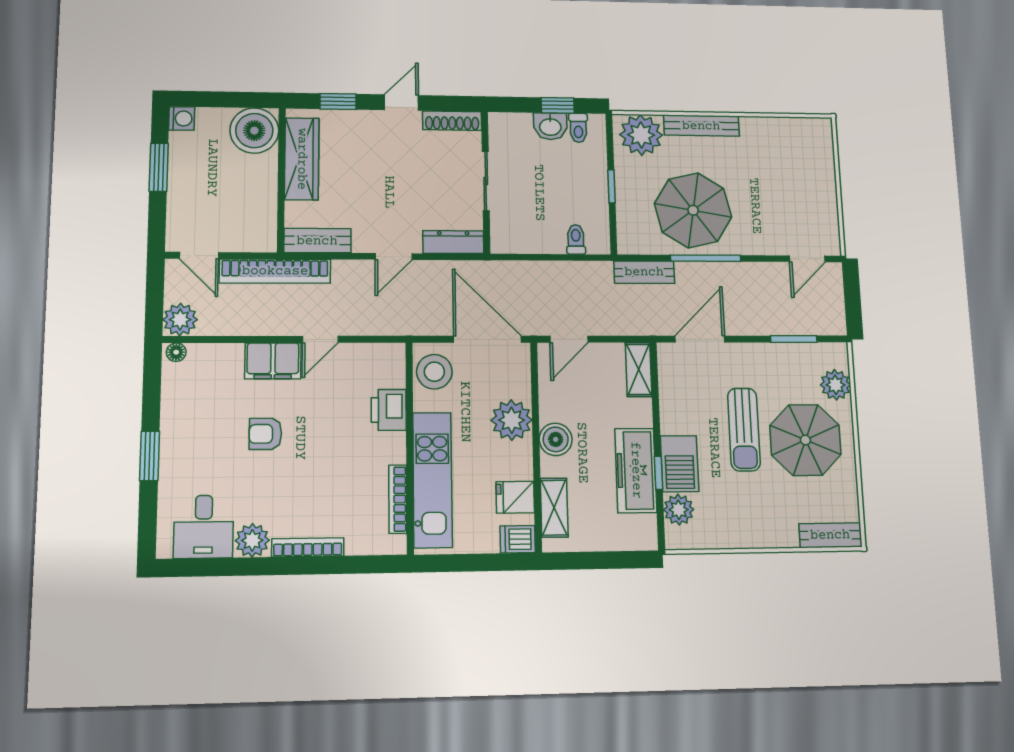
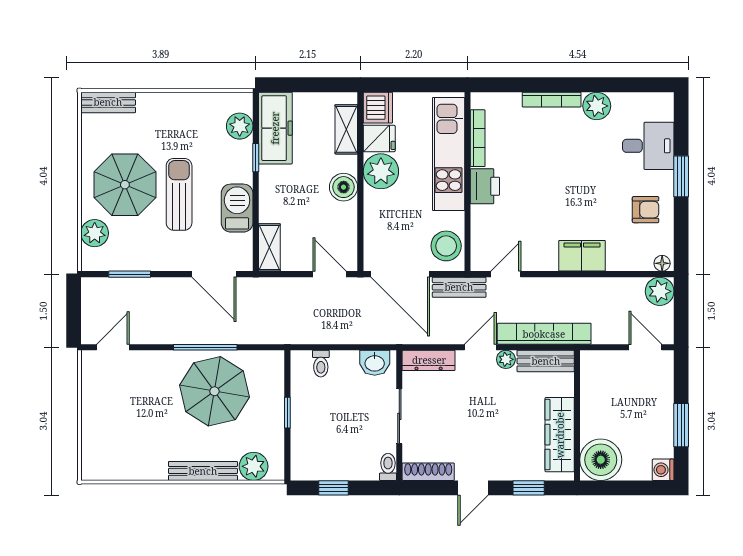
washbasin: (550, 126) -> (375, 363), moved, turned 180
toilet: (578, 128) -> (388, 467), moved
plant: (641, 135) -> (254, 466), width x0.73, depth x0.73
plant: (364, 243) -> (506, 359), added
bookcase: (275, 271) -> (544, 334), moved
bench: (644, 272) -> (459, 287), moved
door: (320, 339) -> (506, 274), moved
door: (569, 339) -> (330, 274), hinge flipped
door: (700, 339) -> (214, 274), hinge flipped
printer: (389, 410) -> (485, 186), moved
plant: (512, 420) -> (381, 171), moved
armchair: (265, 434) -> (646, 210), moved
barbecue: (680, 464) -> (237, 208), moved
freezer: (636, 470) -> (275, 128), moved
desk: (204, 527) -> (648, 146), moved, turned 90
dishwasher: (518, 539) -> (378, 108), width x1.38

